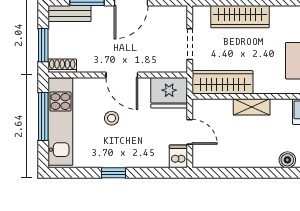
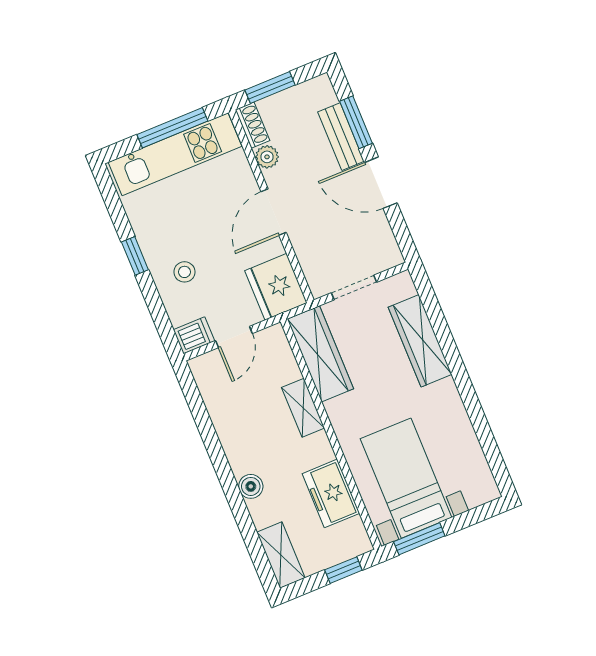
bench: (69, 13) -> (341, 137), moved
plant: (86, 65) -> (267, 157), added
stool: (112, 118) -> (184, 272), moved

